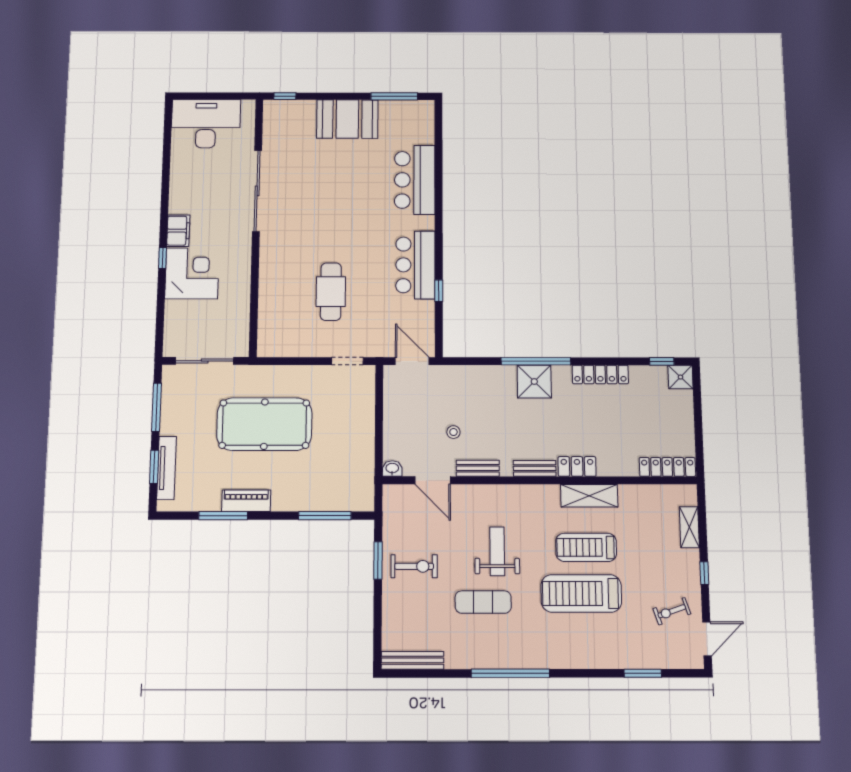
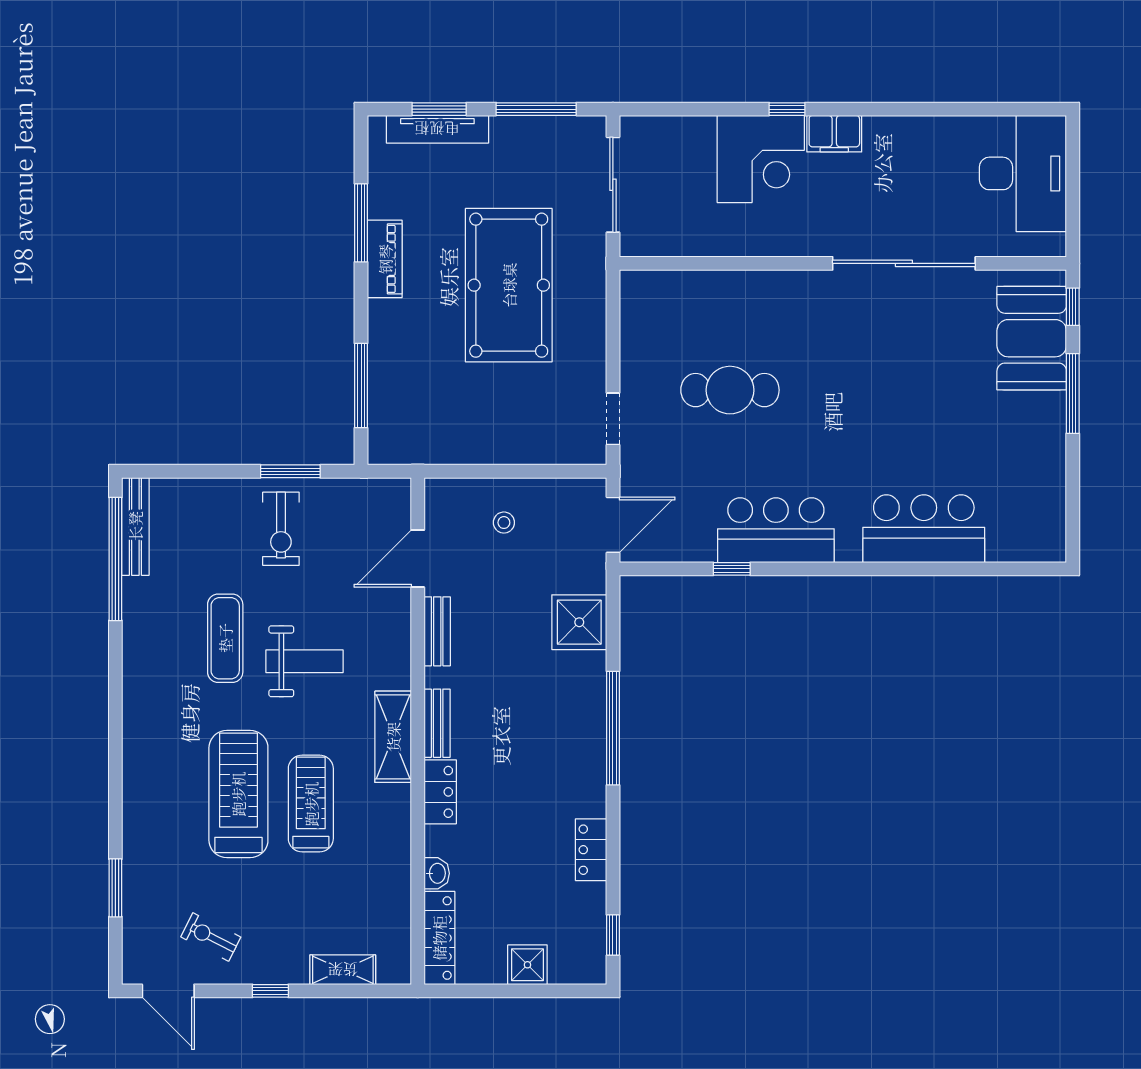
window: (394, 96) -> (1073, 393), moved
booth: (347, 119) -> (1032, 338), moved
locker: (600, 374) -> (591, 850), width x0.66
shower: (680, 377) -> (527, 965), moved
shower: (534, 382) -> (579, 622), moved
stool: (453, 432) -> (504, 523), moved
washbasin: (392, 469) -> (437, 873), moved
shelving: (589, 496) -> (393, 737), moved
exercise bike: (672, 611) -> (211, 937), turned -44
window: (510, 673) -> (115, 559), moved

